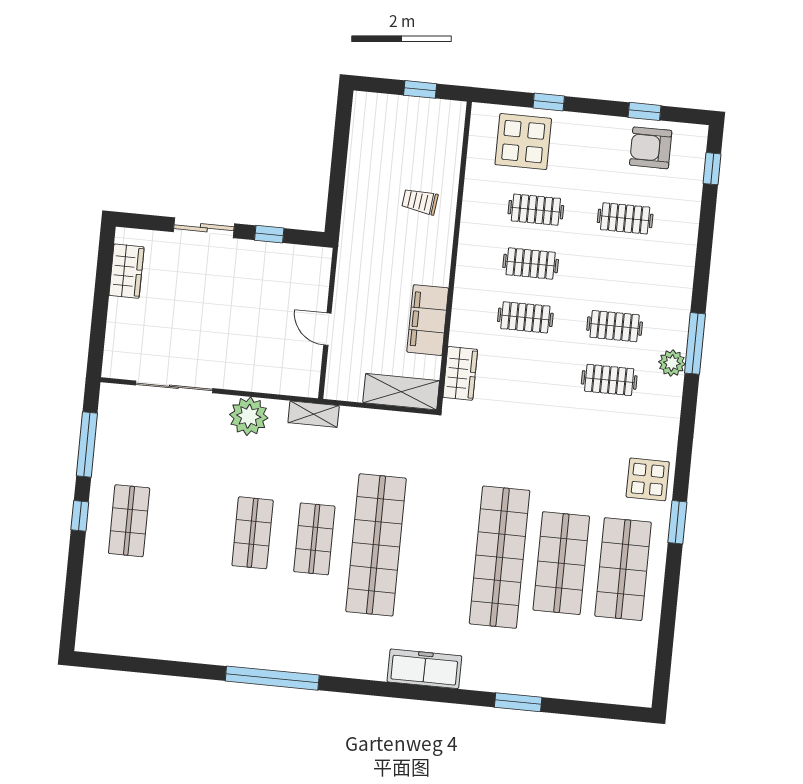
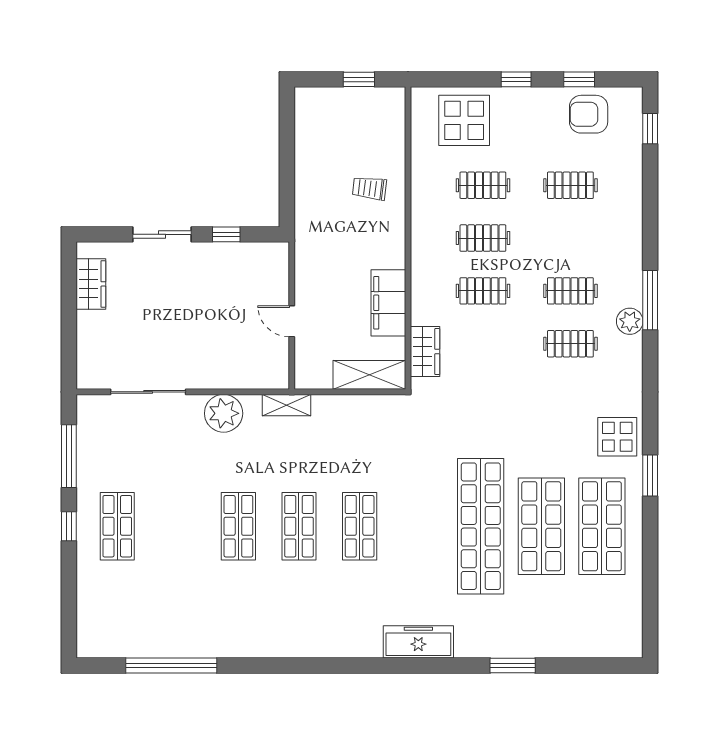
window: (549, 102) -> (516, 79), moved
shop shelf: (376, 545) -> (360, 526), width x0.50, depth x0.74
window: (272, 678) -> (171, 665), moved

